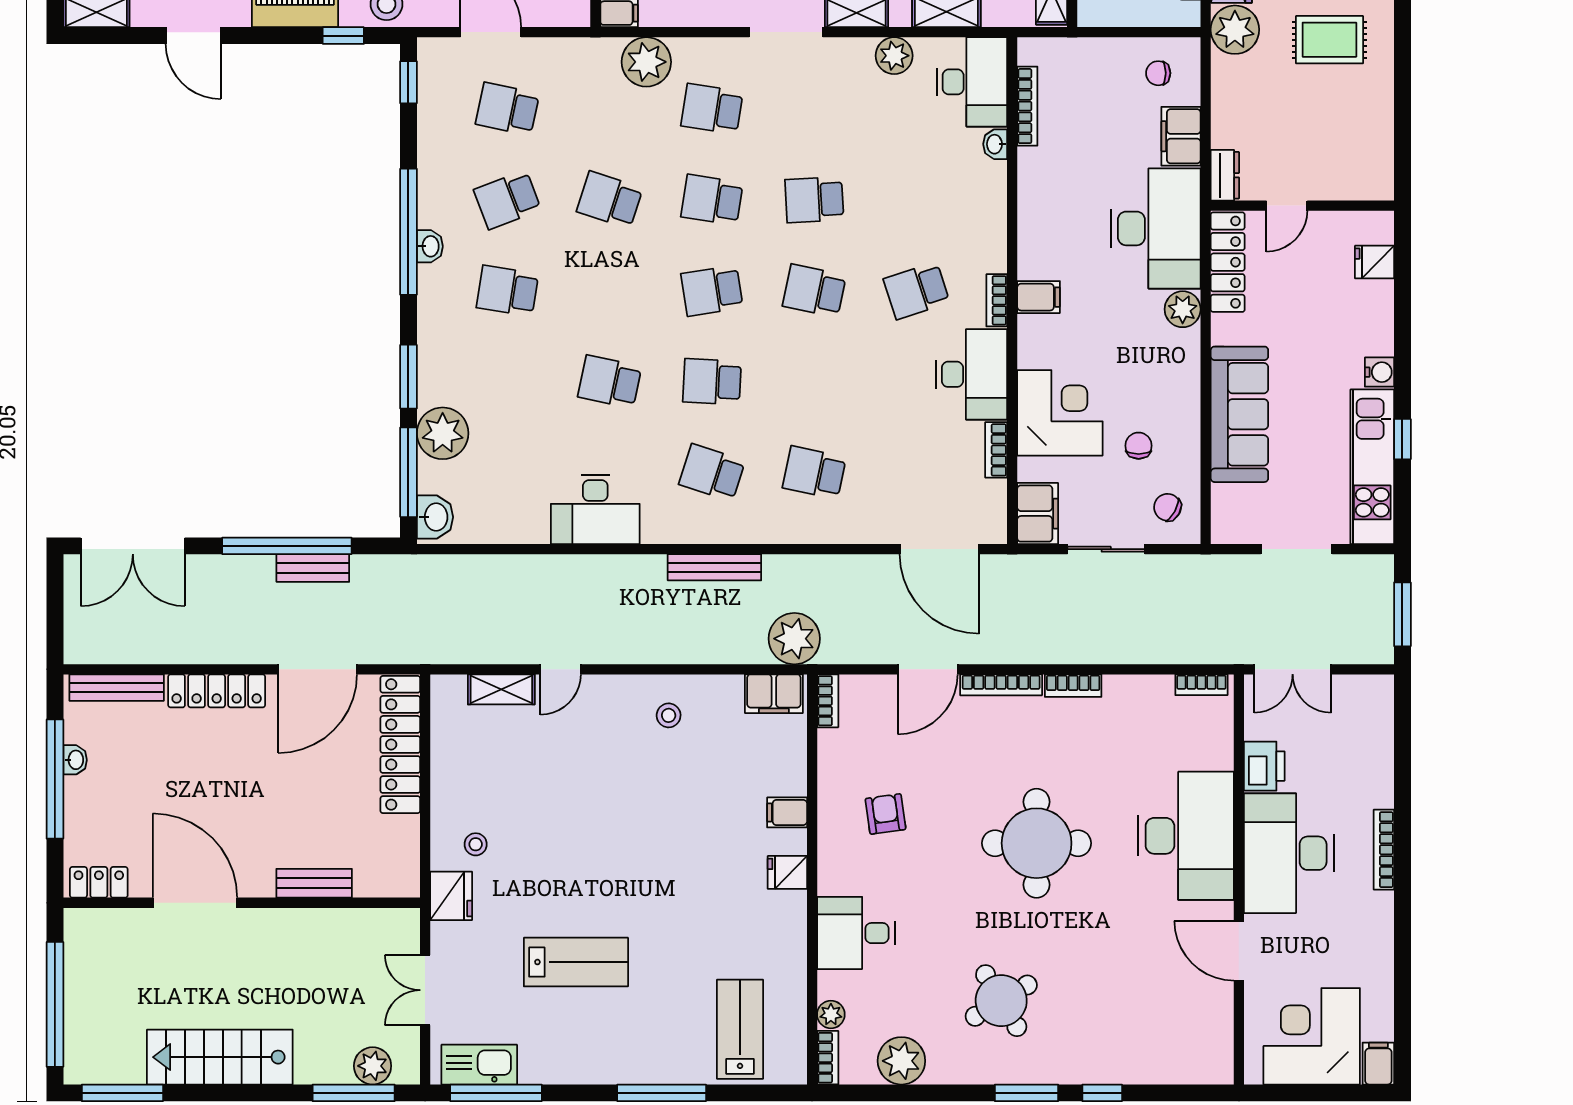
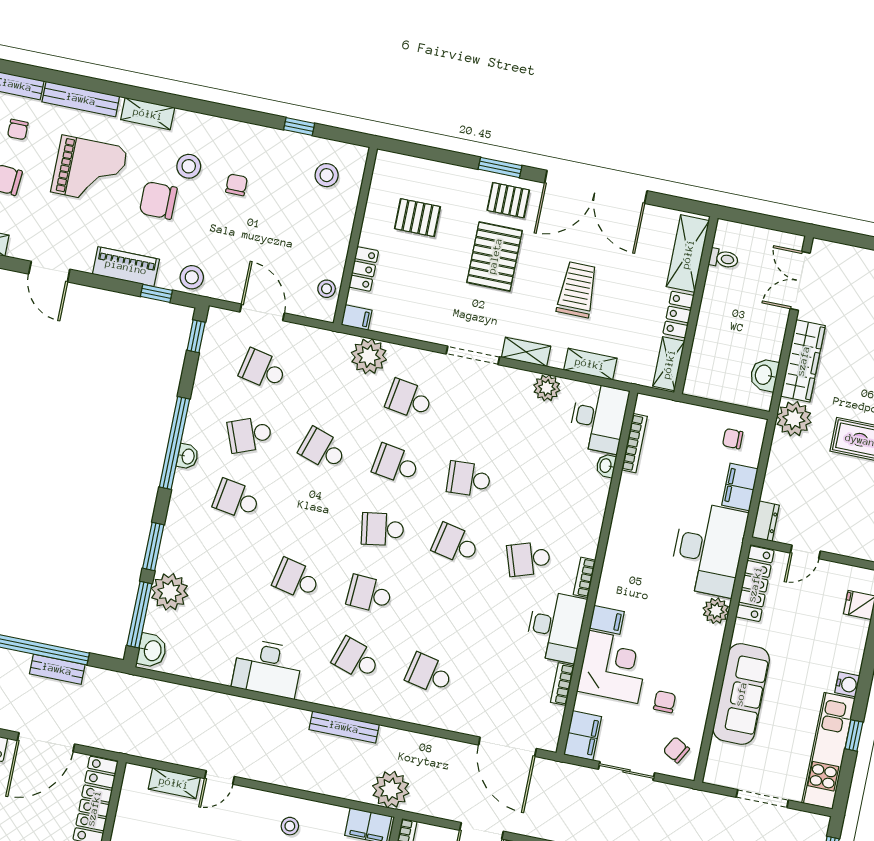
filing cabinet: (1039, 297) -> (607, 620), moved

